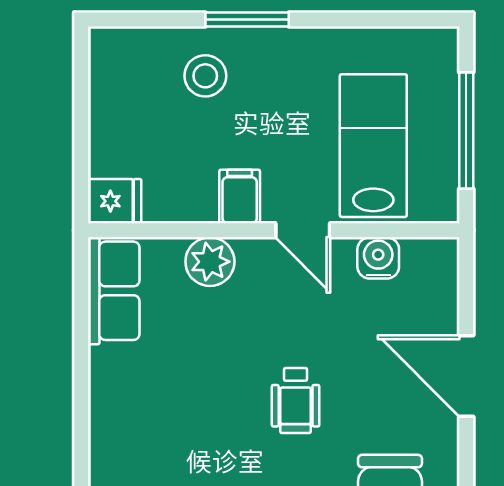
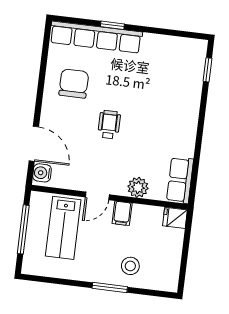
door: (303, 230) -> (97, 196), swing flipped
water cooler: (378, 258) -> (42, 173), moved, turned 90
door: (466, 376) -> (34, 144), moved

